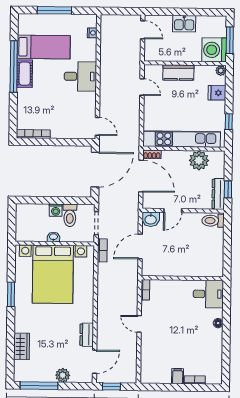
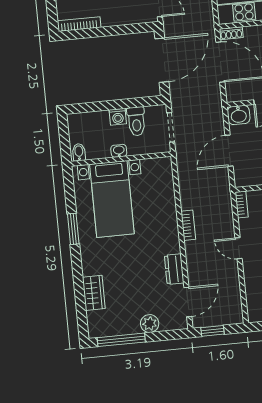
bidet: (22, 235) -> (79, 152), added
bookcase: (102, 250) -> (188, 225), moved
bed with nightstands: (53, 274) -> (112, 199), width x0.73

